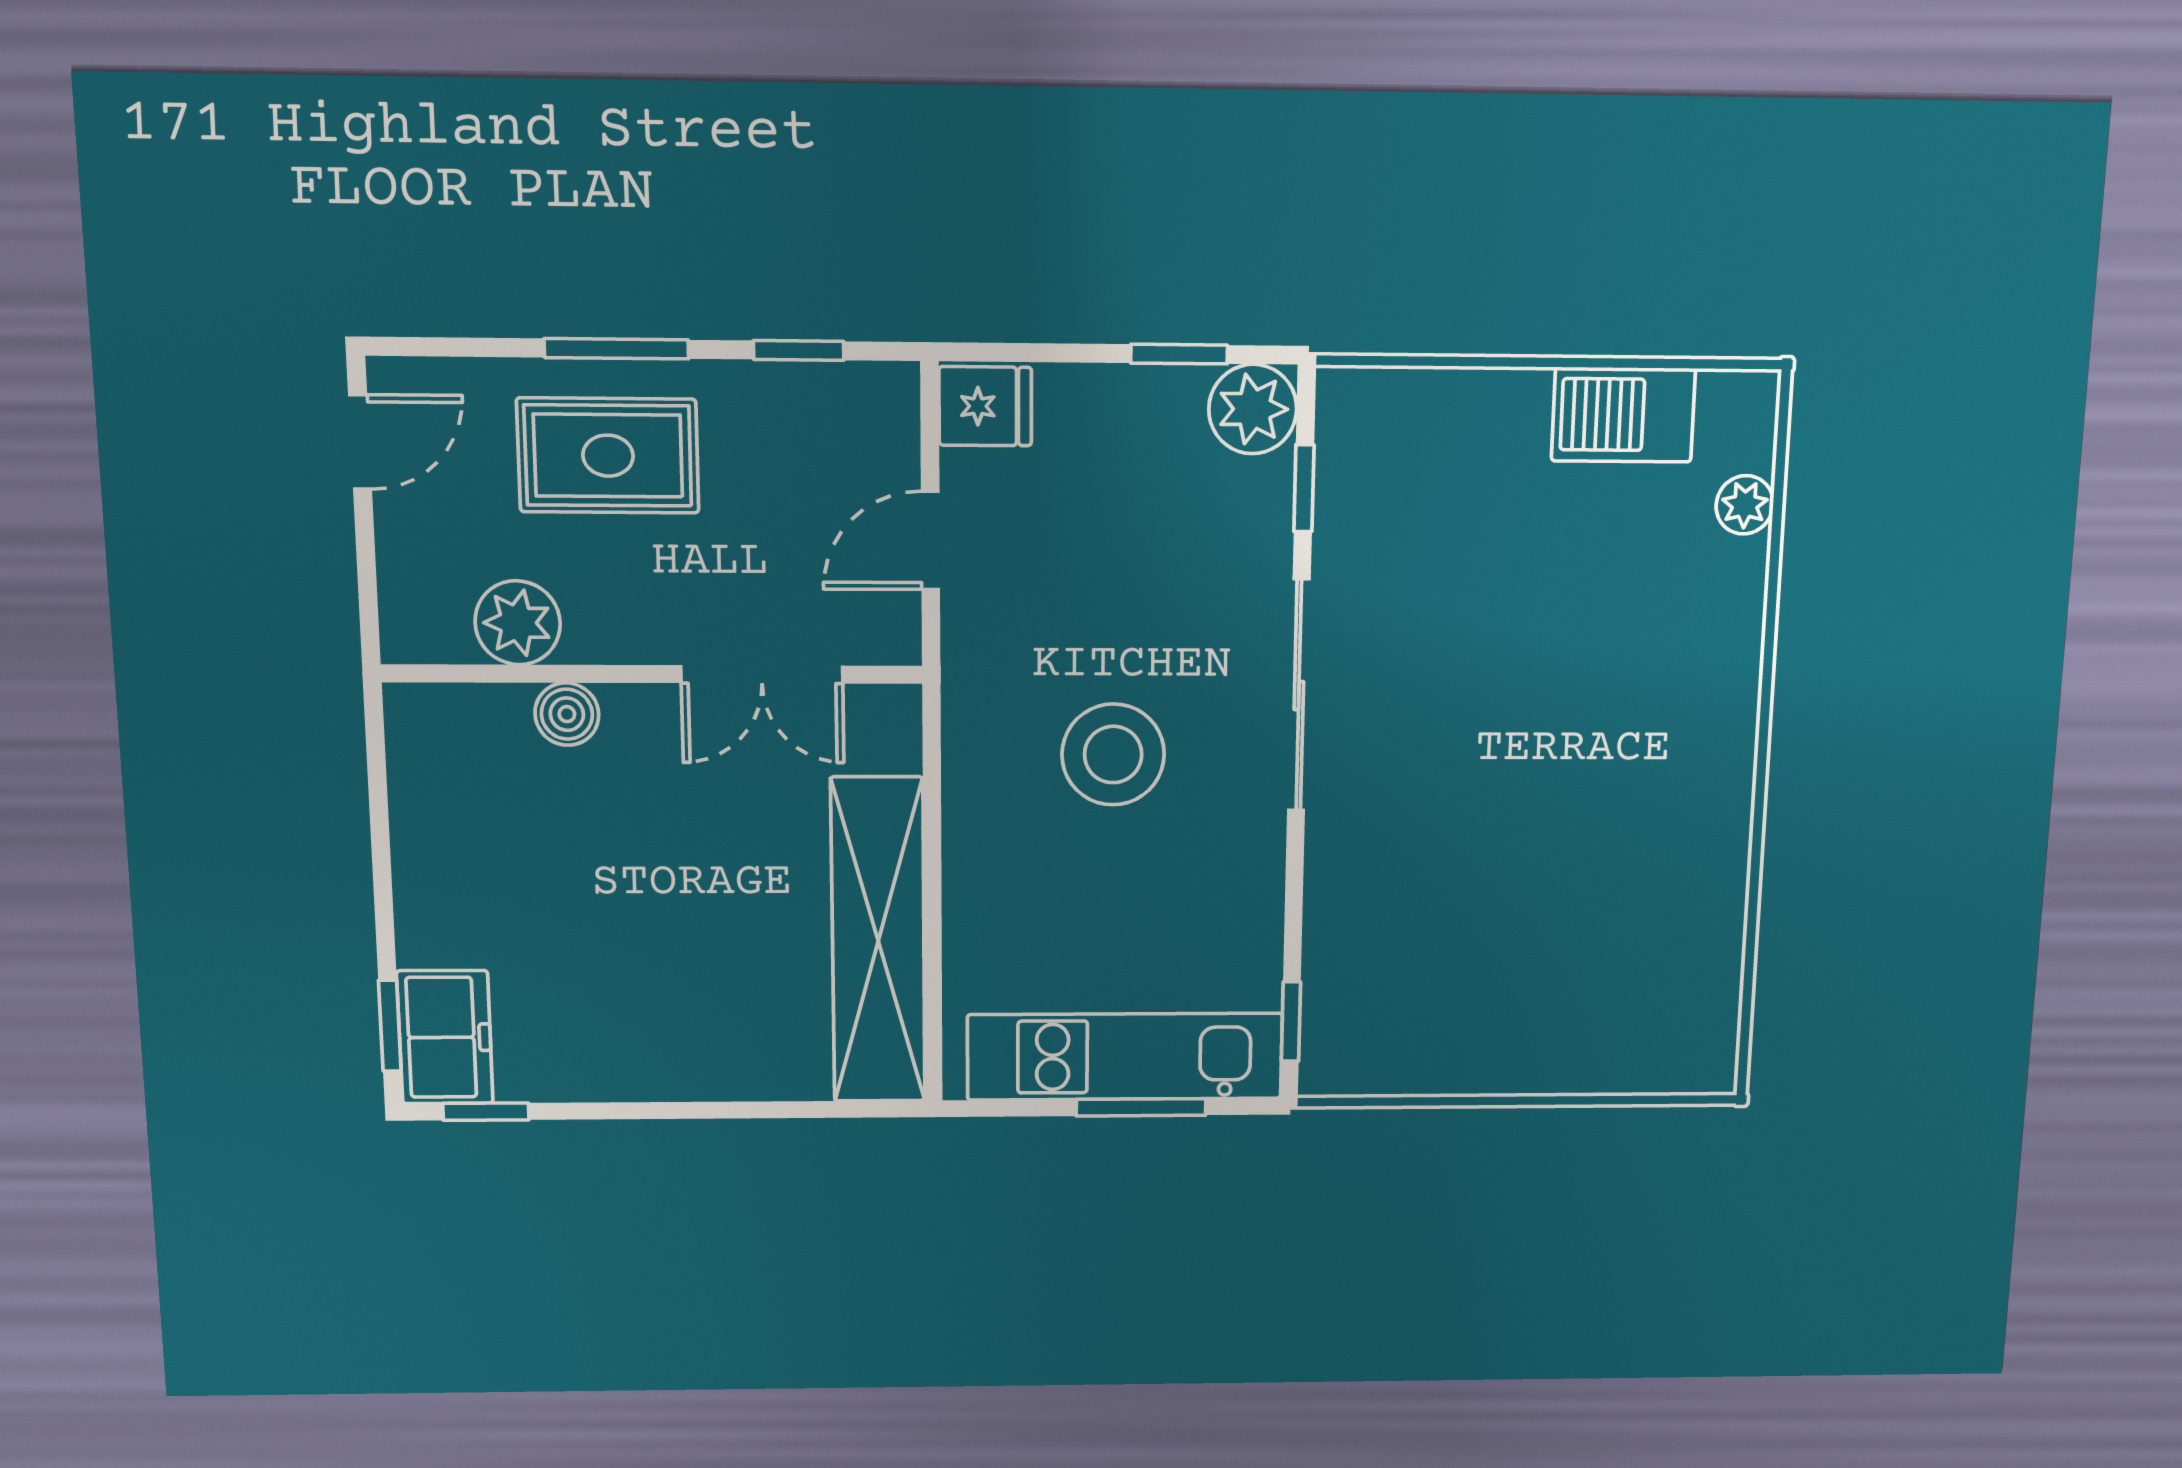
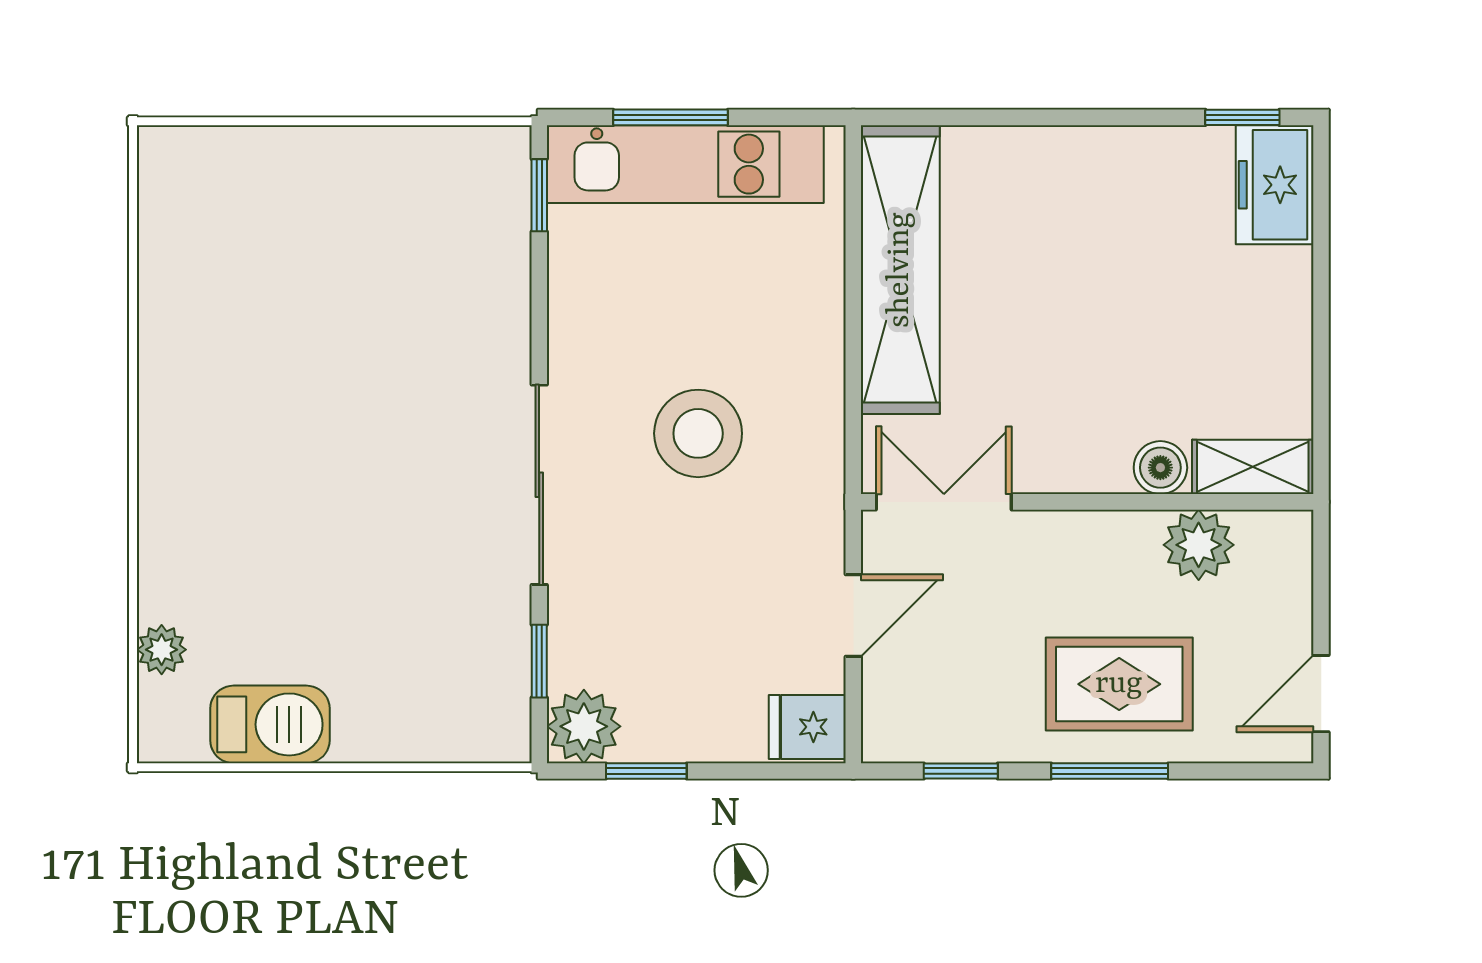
double door: (762, 674) -> (944, 502), moved
shelving: (456, 715) -> (1253, 467), added
window: (390, 1026) -> (1321, 195), removed

